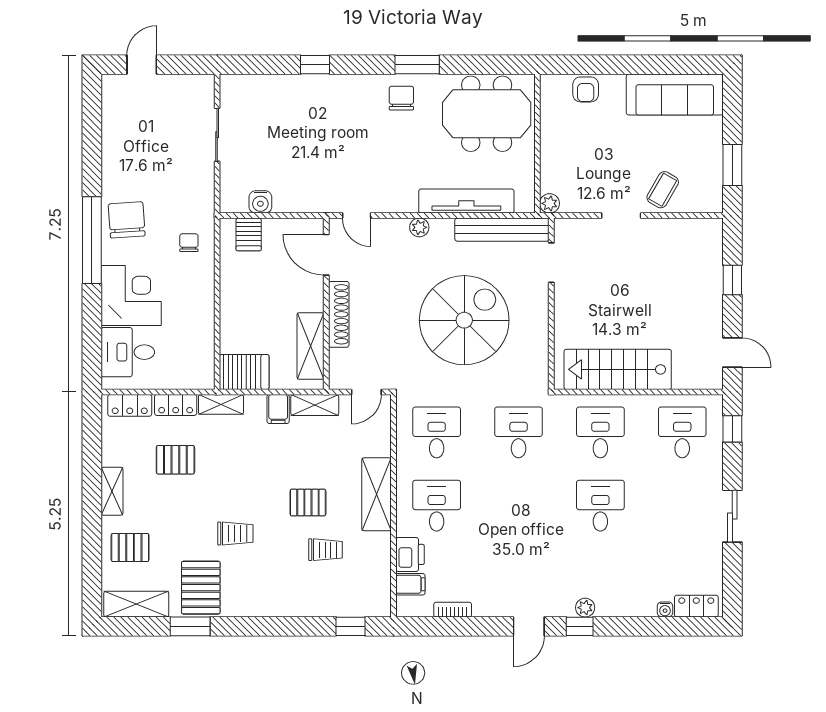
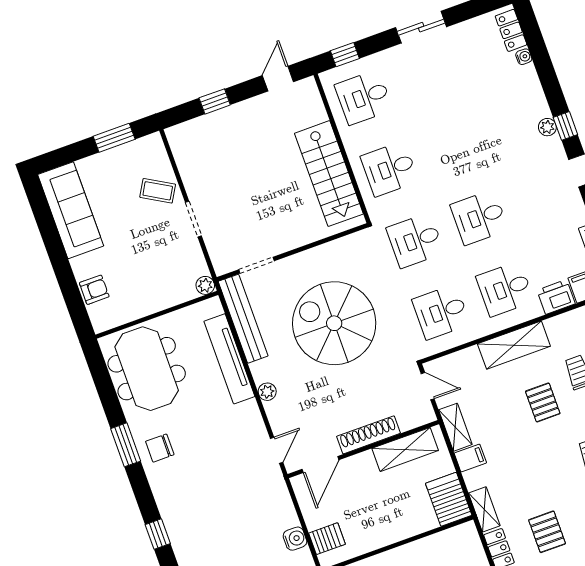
desk: (600, 506) -> (479, 217), moved

